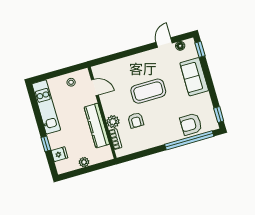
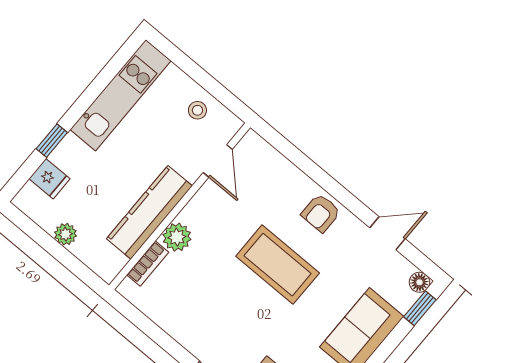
floor lamp: (180, 46) -> (419, 282), moved
armchair: (136, 120) -> (321, 213), moved

